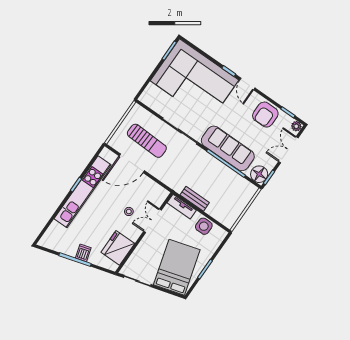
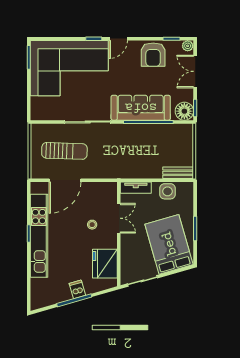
door: (247, 84) -> (118, 39), hinge flipped
bench: (195, 199) -> (178, 173), moved
double door: (153, 221) -> (119, 218), swing flipped

